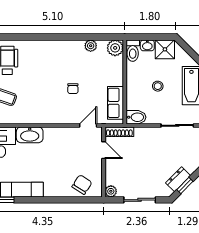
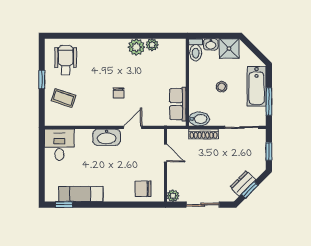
plant: (115, 48) -> (136, 47), moved
chair: (73, 89) -> (119, 93), moved
door: (88, 125) -> (133, 127), moved
shoe rack: (119, 132) -> (203, 134), moved
washbasin: (30, 135) -> (107, 137), moved
chair: (82, 185) -> (143, 189), turned -123

